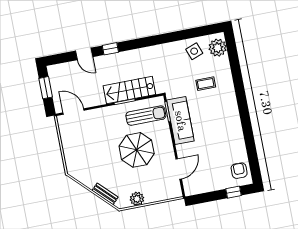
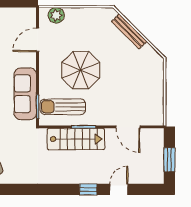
door: (84, 54) -> (119, 189), hinge flipped
door: (74, 112) -> (128, 127), moved
bench: (105, 194) -> (129, 31), width x1.36
plant: (137, 199) -> (56, 15), moved

